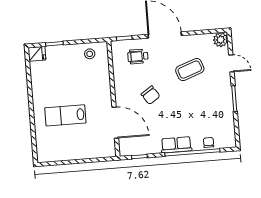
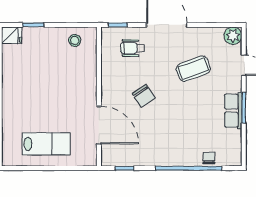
lab bench: (65, 115) -> (46, 144), moved, turned 180
row of seats: (176, 145) -> (233, 111), moved, turned -90

